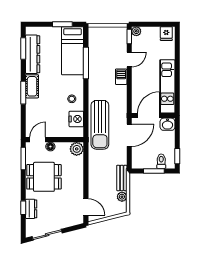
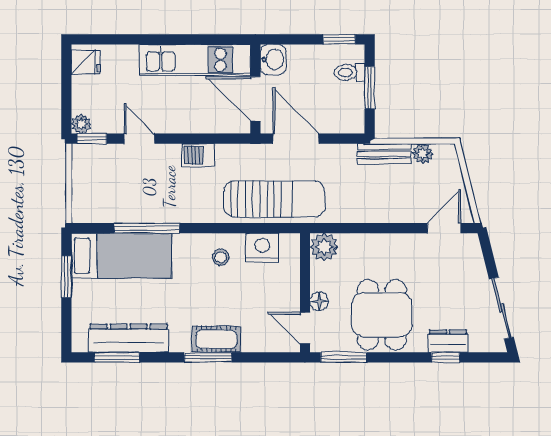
barbecue: (121, 77) -> (198, 155), moved
cot: (32, 86) -> (216, 339), moved

